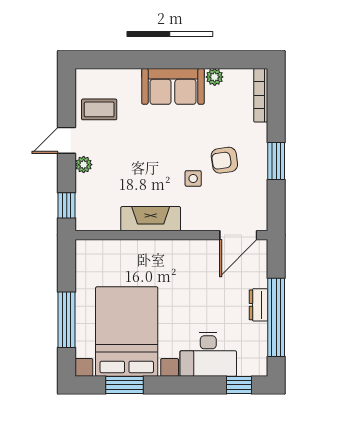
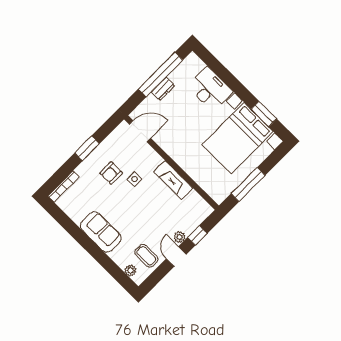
plant: (215, 77) -> (130, 270), moved
door: (67, 140) -> (176, 257), swing flipped
armchair: (224, 160) -> (111, 173), turned 98
window: (67, 205) -> (197, 235), moved
window: (67, 320) -> (248, 184), moved
window: (239, 385) -> (210, 60), removed

